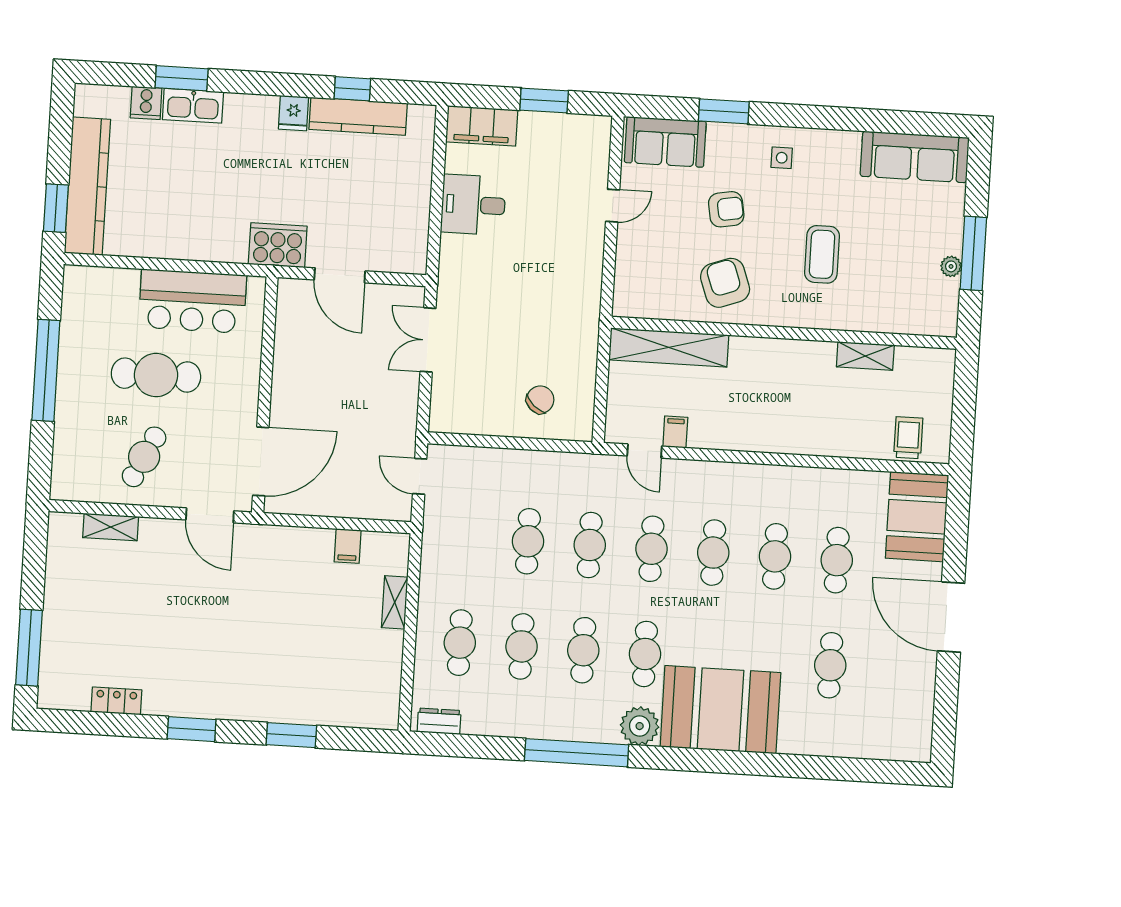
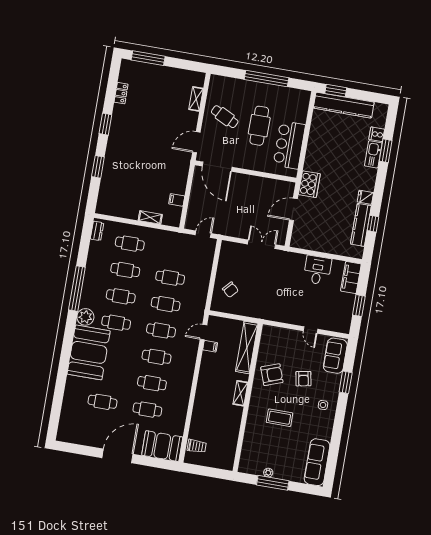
shelving: (865, 356) -> (240, 393), moved

